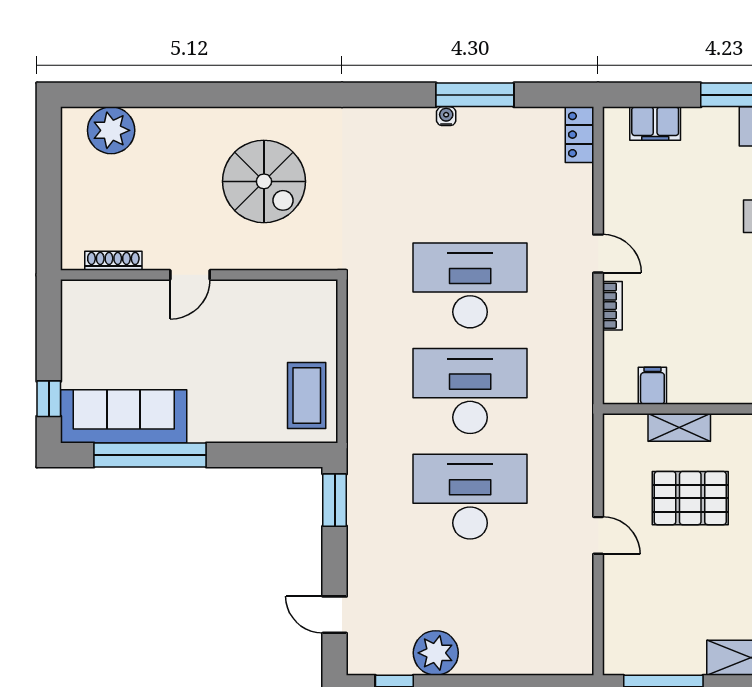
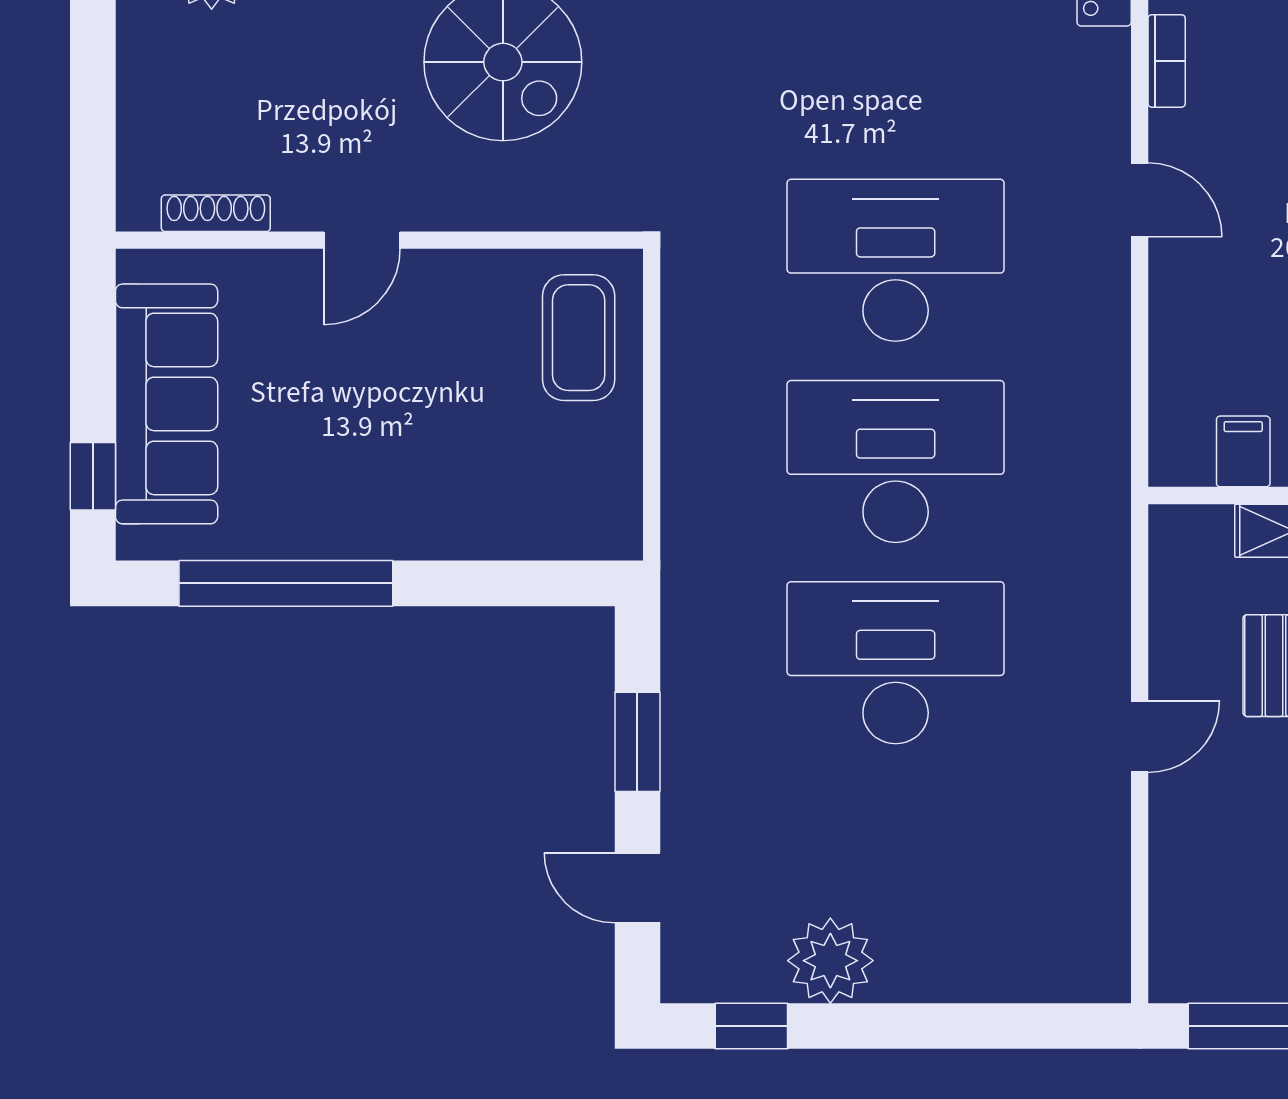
bookcase: (612, 306) -> (1167, 61), moved
coffee table: (307, 396) -> (579, 338), moved
sofa: (124, 416) -> (167, 404), moved, turned 90
window: (335, 500) -> (637, 742), moved
door: (598, 535) -> (1140, 737), hinge flipped

